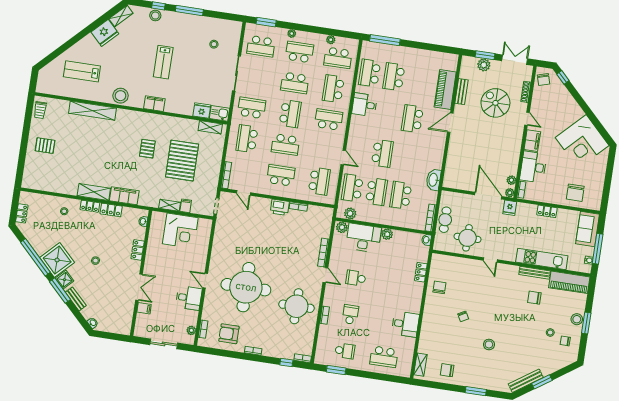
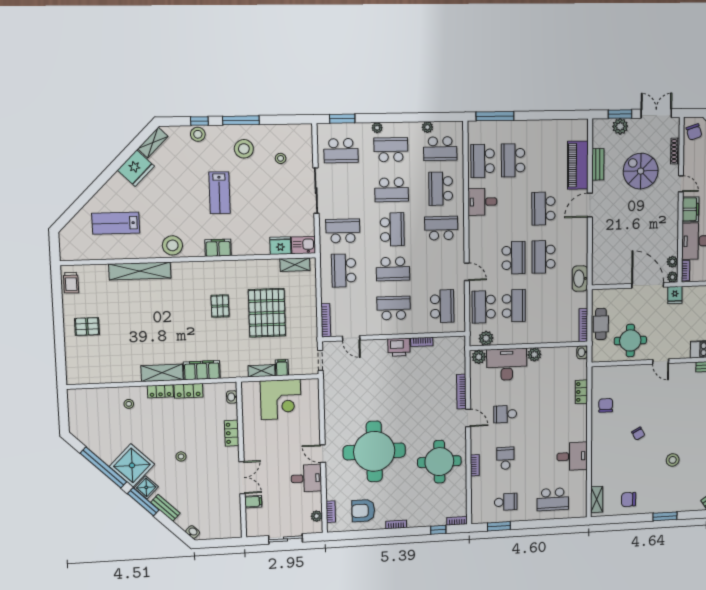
stool: (188, 32) -> (244, 149), added
school desk: (401, 195) -> (544, 257), moved
locker: (22, 213) -> (75, 417), removed

